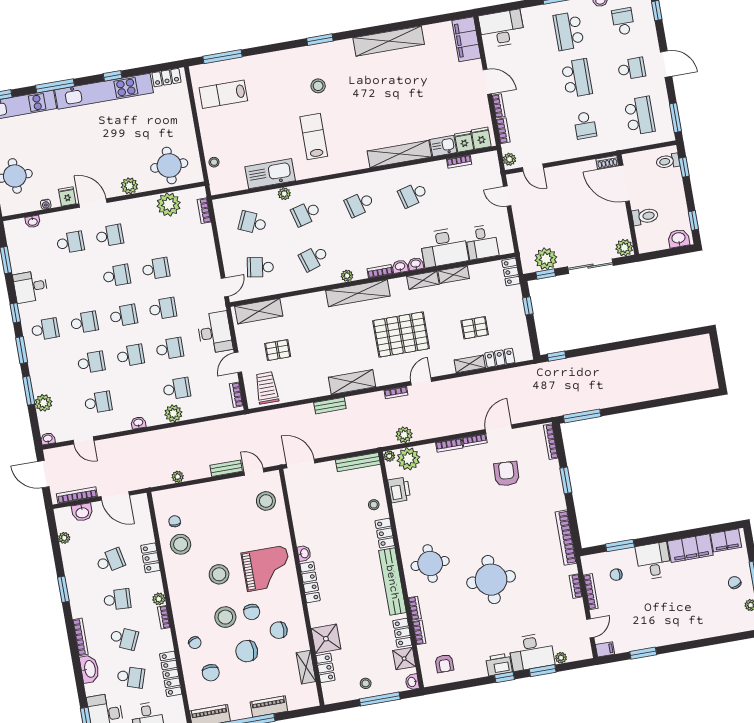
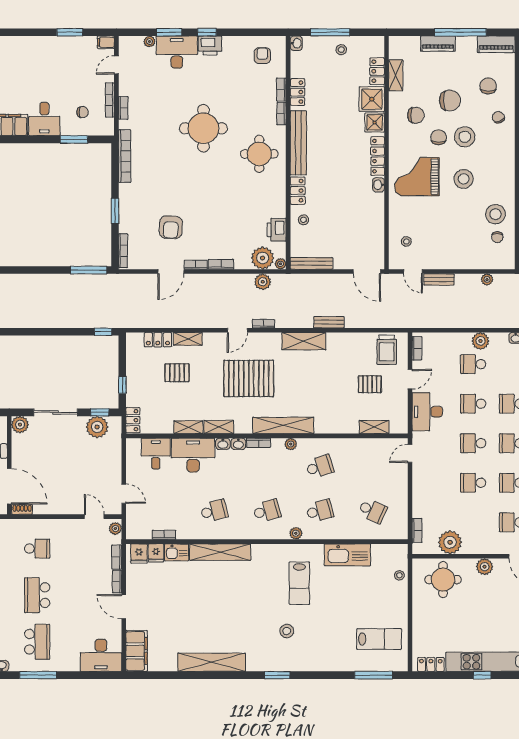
school desk: (585, 125) -> (37, 549), turned 90
plant: (284, 194) -> (296, 533), moved
school desk: (260, 267) -> (373, 467), removed
shelving: (259, 311) -> (374, 427), width x0.67, depth x0.75
stool: (266, 501) -> (406, 241), width x0.53, depth x0.53
shower: (404, 659) -> (375, 122), moved

